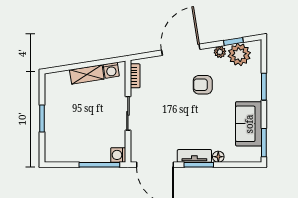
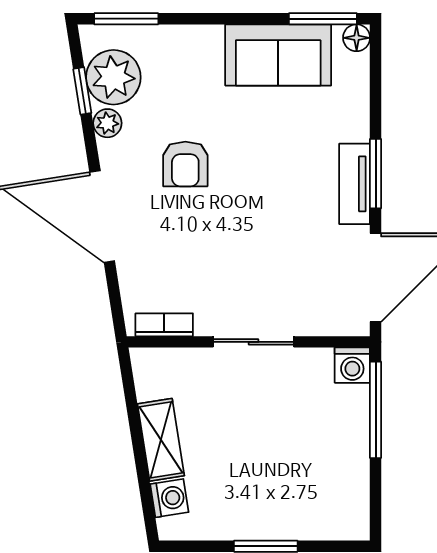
washing machine: (111, 70) -> (169, 498), moved
window: (264, 87) -> (126, 19), moved
floor lamp: (218, 157) -> (357, 38), moved

